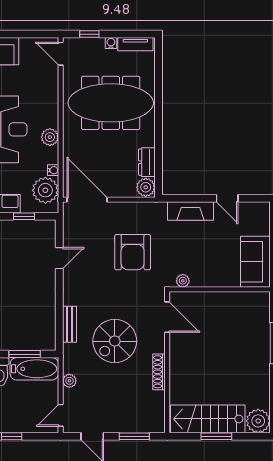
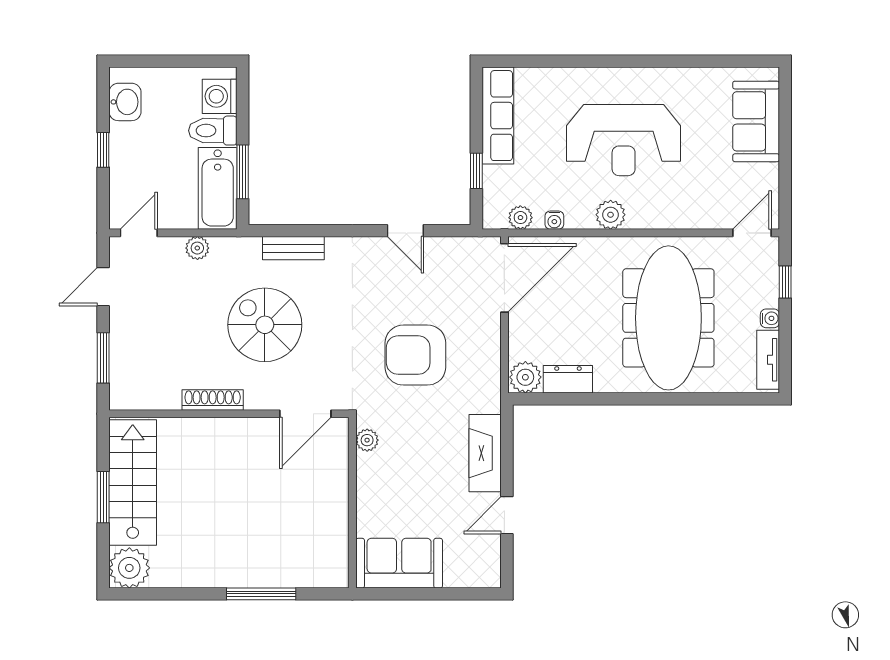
plant: (45, 190) -> (520, 218), width x0.53, depth x0.53
door: (61, 415) -> (139, 233), hinge flipped

